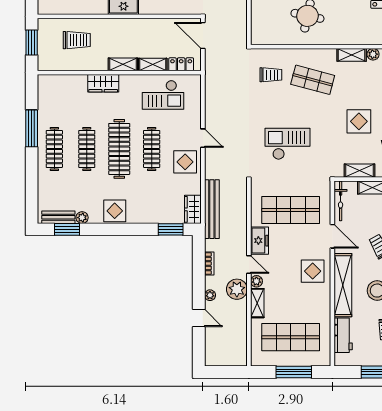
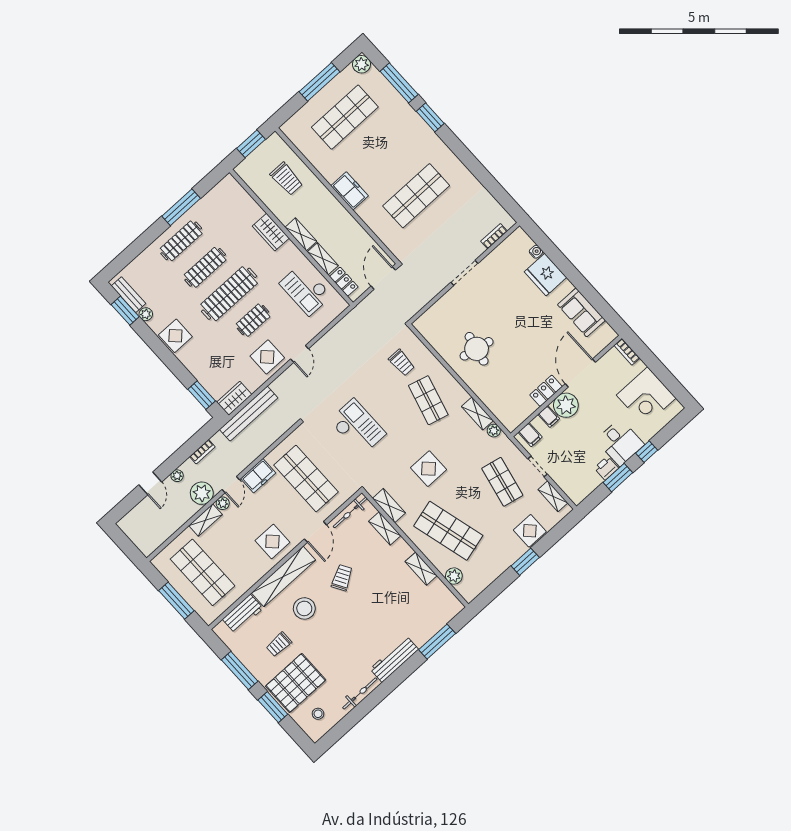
clothes rail: (152, 149) -> (253, 320), width x0.73

